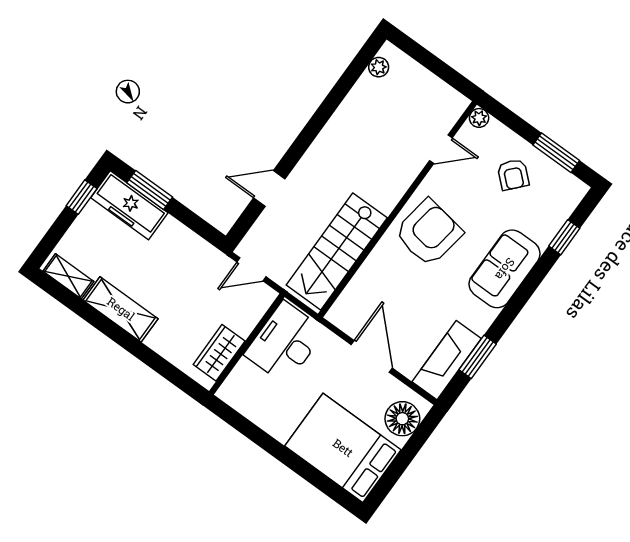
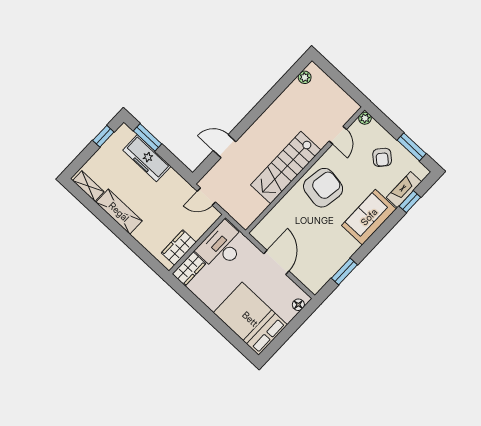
door: (441, 149) -> (338, 135), hinge flipped
freezer: (129, 205) -> (147, 158), moved
stairs: (337, 251) -> (286, 168), moved
fireplace: (447, 360) -> (404, 190), moved, width x0.73, depth x0.76
wardrobe: (239, 383) -> (189, 269), added
floor lamp: (402, 419) -> (298, 305), width x0.53, depth x0.53

